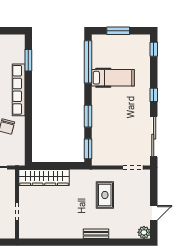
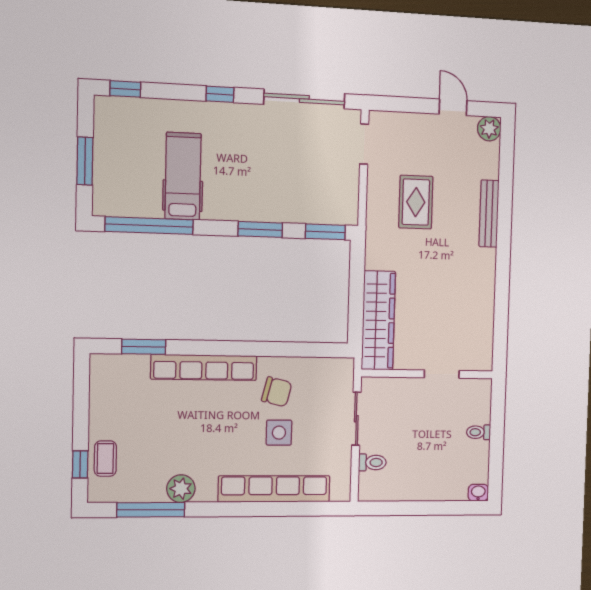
rug: (105, 195) -> (416, 202), turned 90
bench: (96, 234) -> (489, 214), width x1.36

